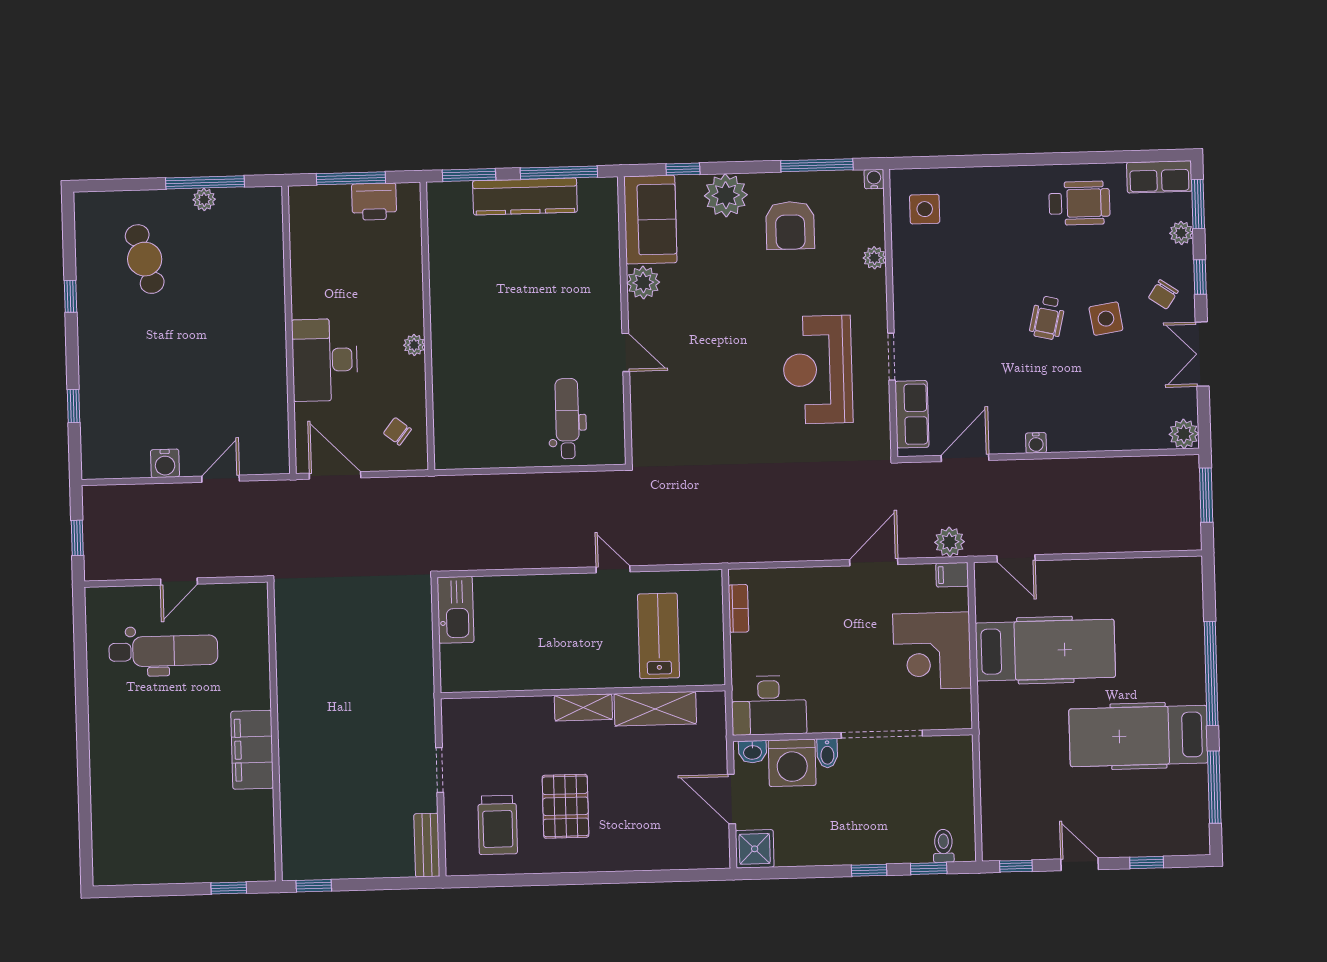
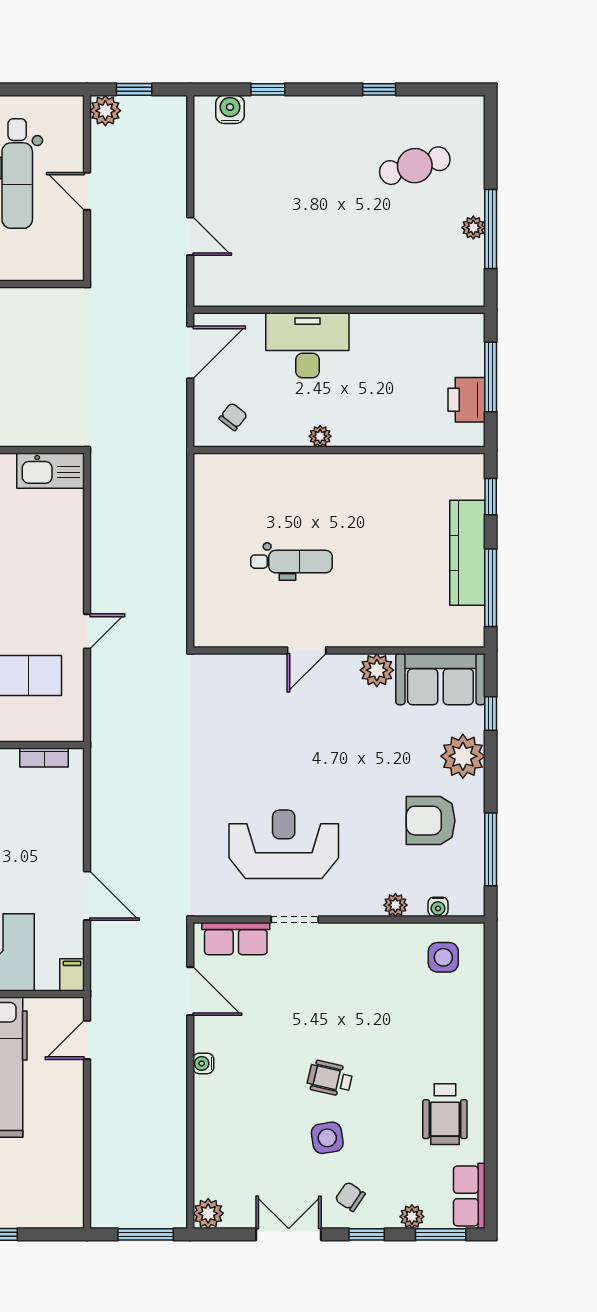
window: (469, 175) -> (491, 497), width x0.67
water cooler: (874, 179) -> (438, 907), moved, turned 90
dental chair: (567, 419) -> (292, 562), moved
water cooler: (165, 463) -> (230, 109), moved, turned 90
plant: (950, 542) -> (105, 111), moved

